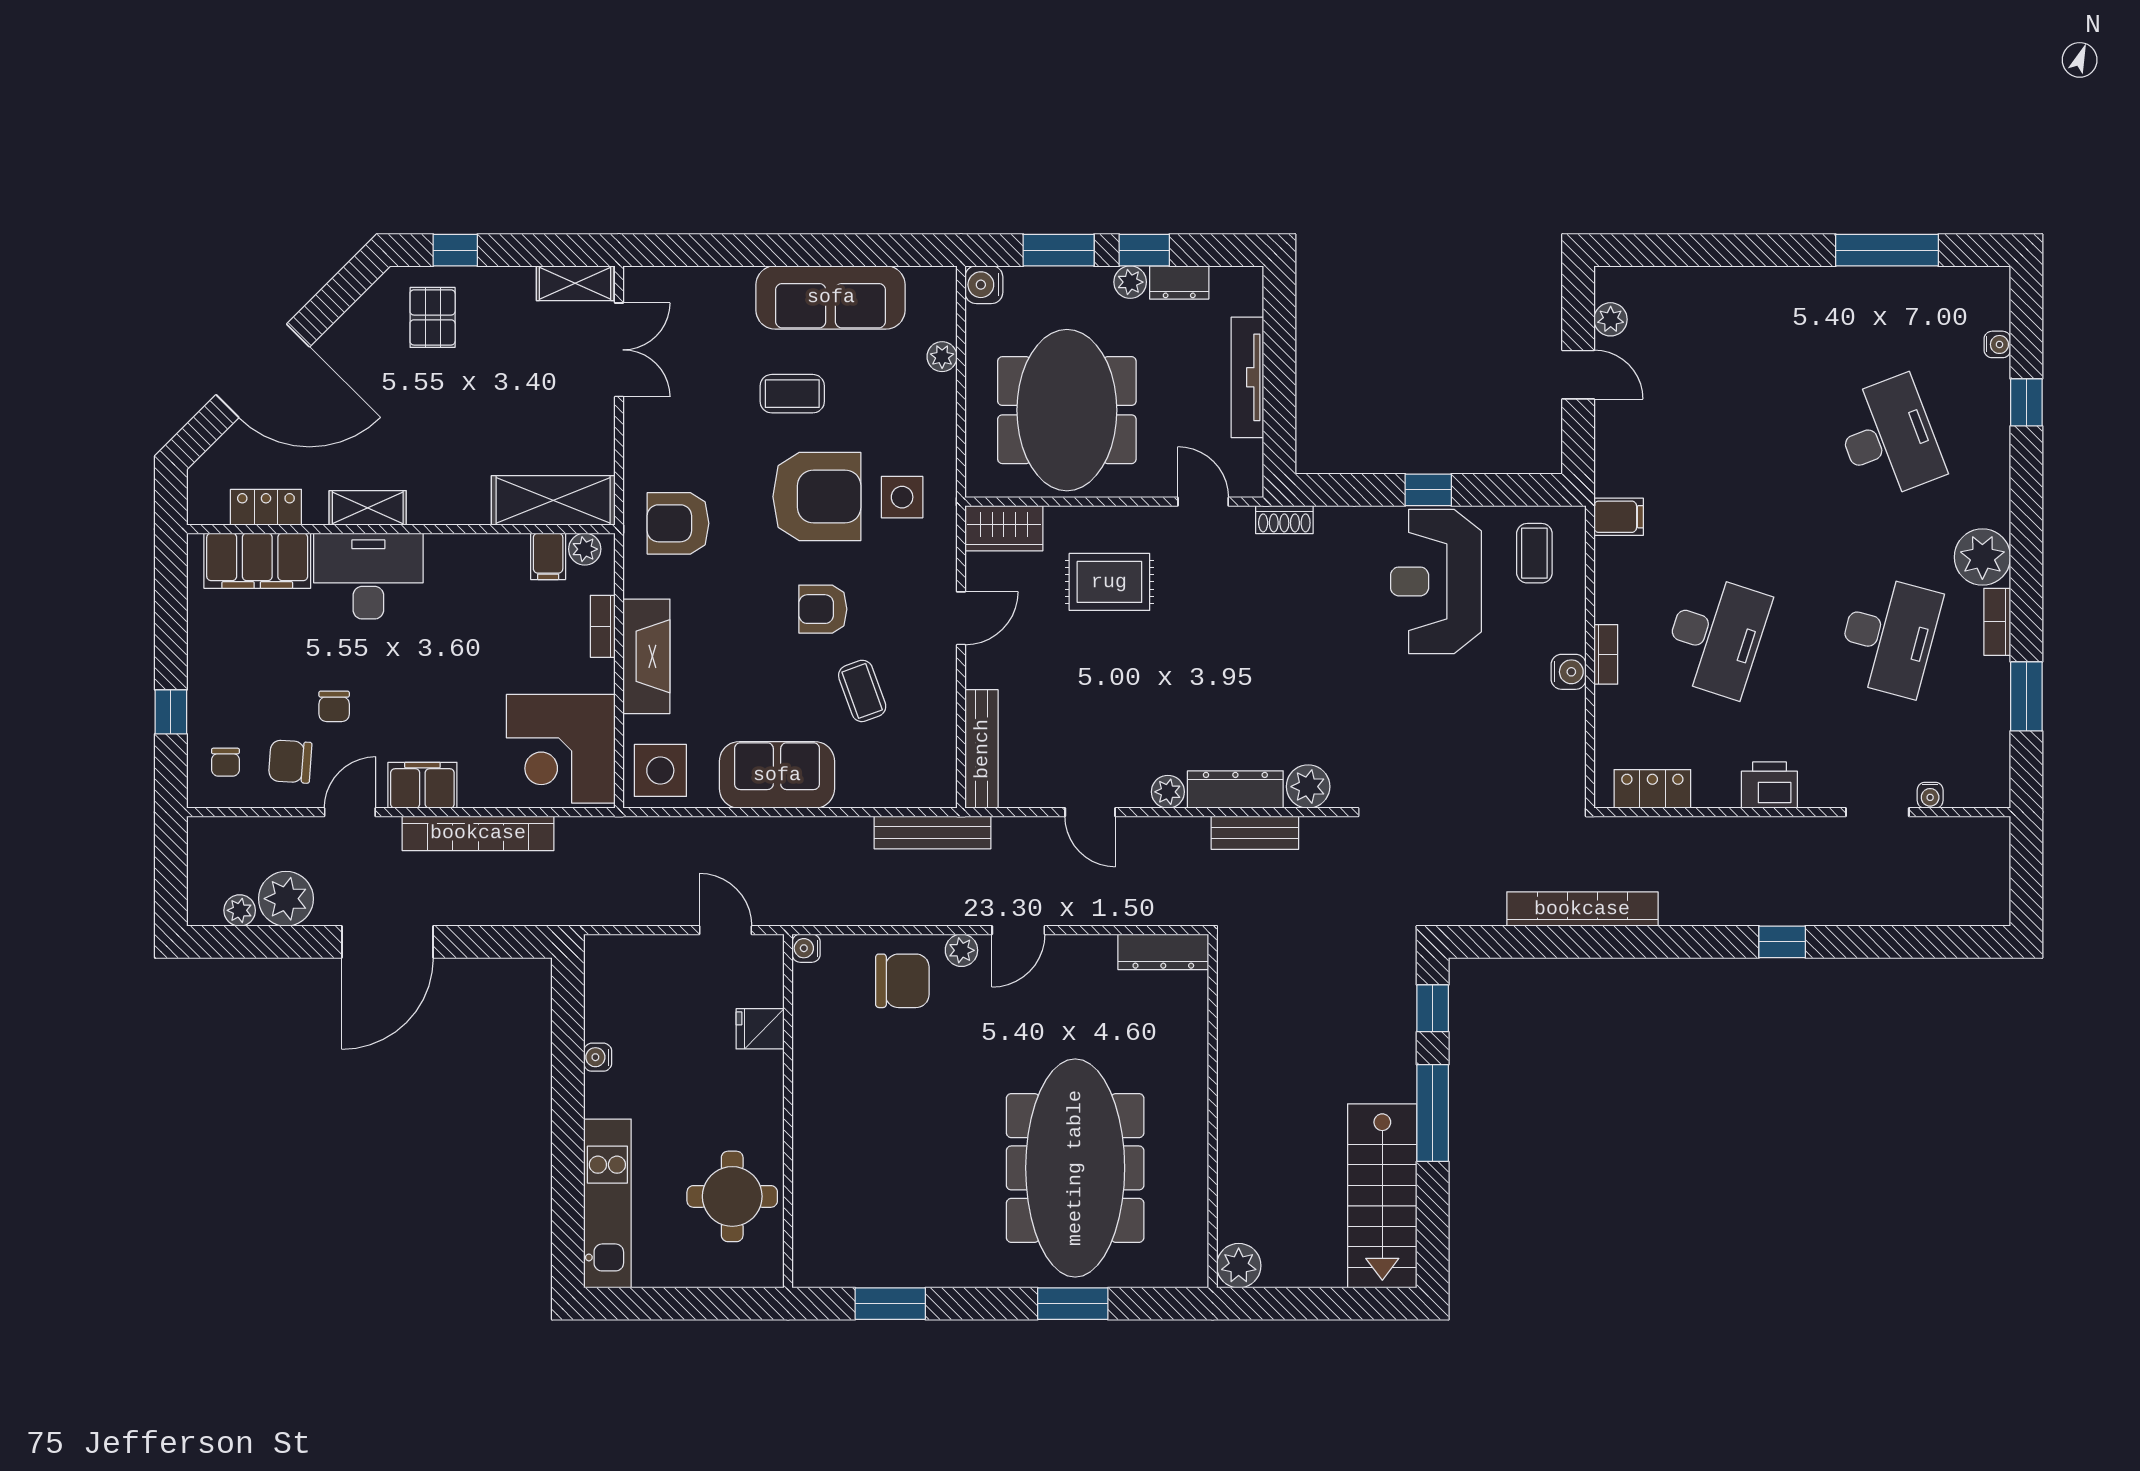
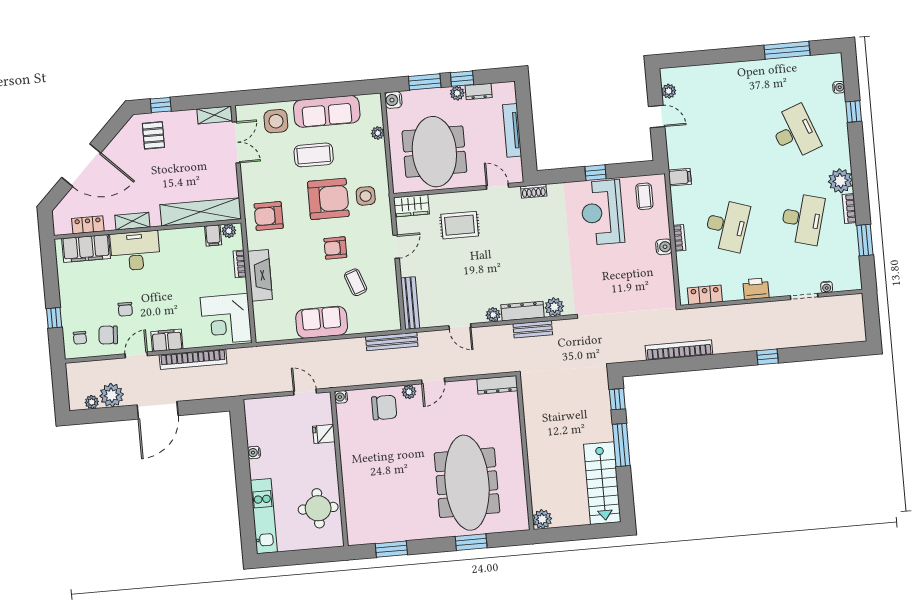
coffee table: (792, 394) -> (314, 155), width x1.36, depth x1.30
shelving: (553, 500) -> (201, 212), width x1.47
side table: (660, 770) -> (276, 121), moved

